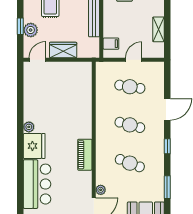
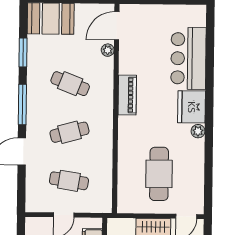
cafe table: (59, 93) -> (159, 174), added
cafe table: (130, 125) -> (70, 132), turned -30
window: (167, 146) -> (22, 104), width x2.17

